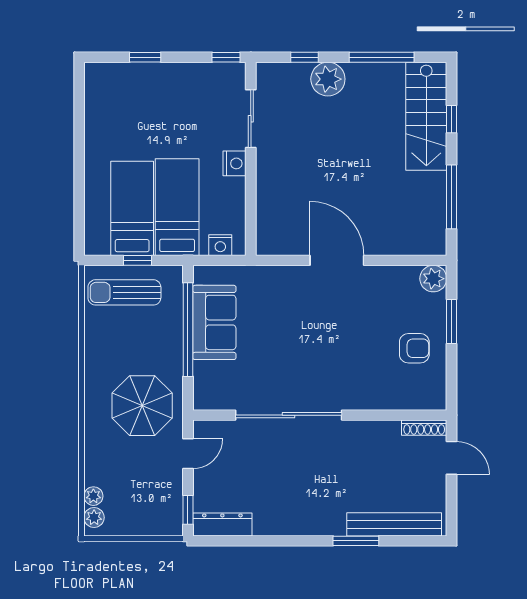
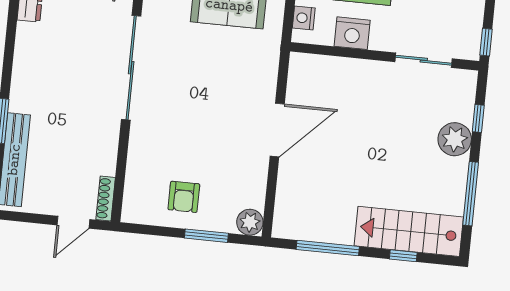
nightstand: (235, 163) -> (352, 33), moved, width x1.36, depth x1.33

